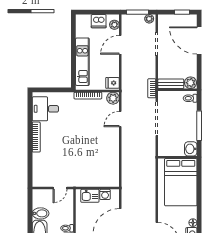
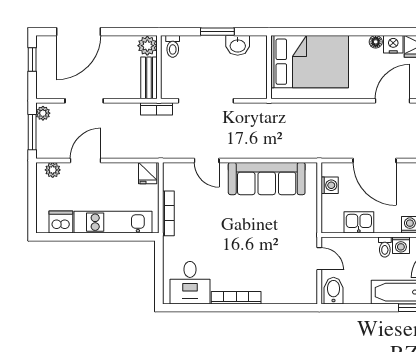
dishwasher: (99, 21) -> (61, 222), moved, turned -90
door: (120, 45) -> (85, 160), swing flipped
plant: (113, 98) -> (173, 172), removed
window: (199, 126) -> (217, 32), width x0.69
washbasin: (191, 149) -> (238, 45), moved
sofa: (109, 156) -> (267, 179), added
kitchen sink: (90, 196) -> (359, 222), moved, turned -90
bidet: (41, 213) -> (333, 291), moved

